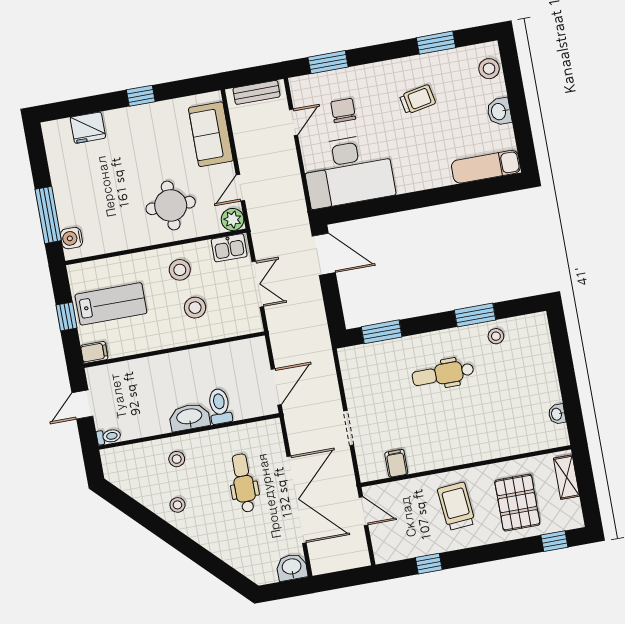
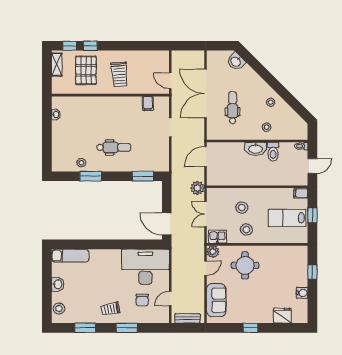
window: (328, 62) -> (127, 328), moved
trolley: (417, 99) -> (110, 309), moved
window: (48, 215) -> (312, 272), width x0.46
water cooler: (71, 238) -> (302, 293), moved
plant: (281, 328) -> (197, 188), added
toilet: (220, 406) -> (273, 152), moved
shelving: (566, 477) -> (57, 65), moved
dental chair: (244, 483) -> (233, 108), turned 180
window: (429, 564) -> (90, 46), moved
washbasin: (292, 567) -> (236, 61), moved, turned 45

